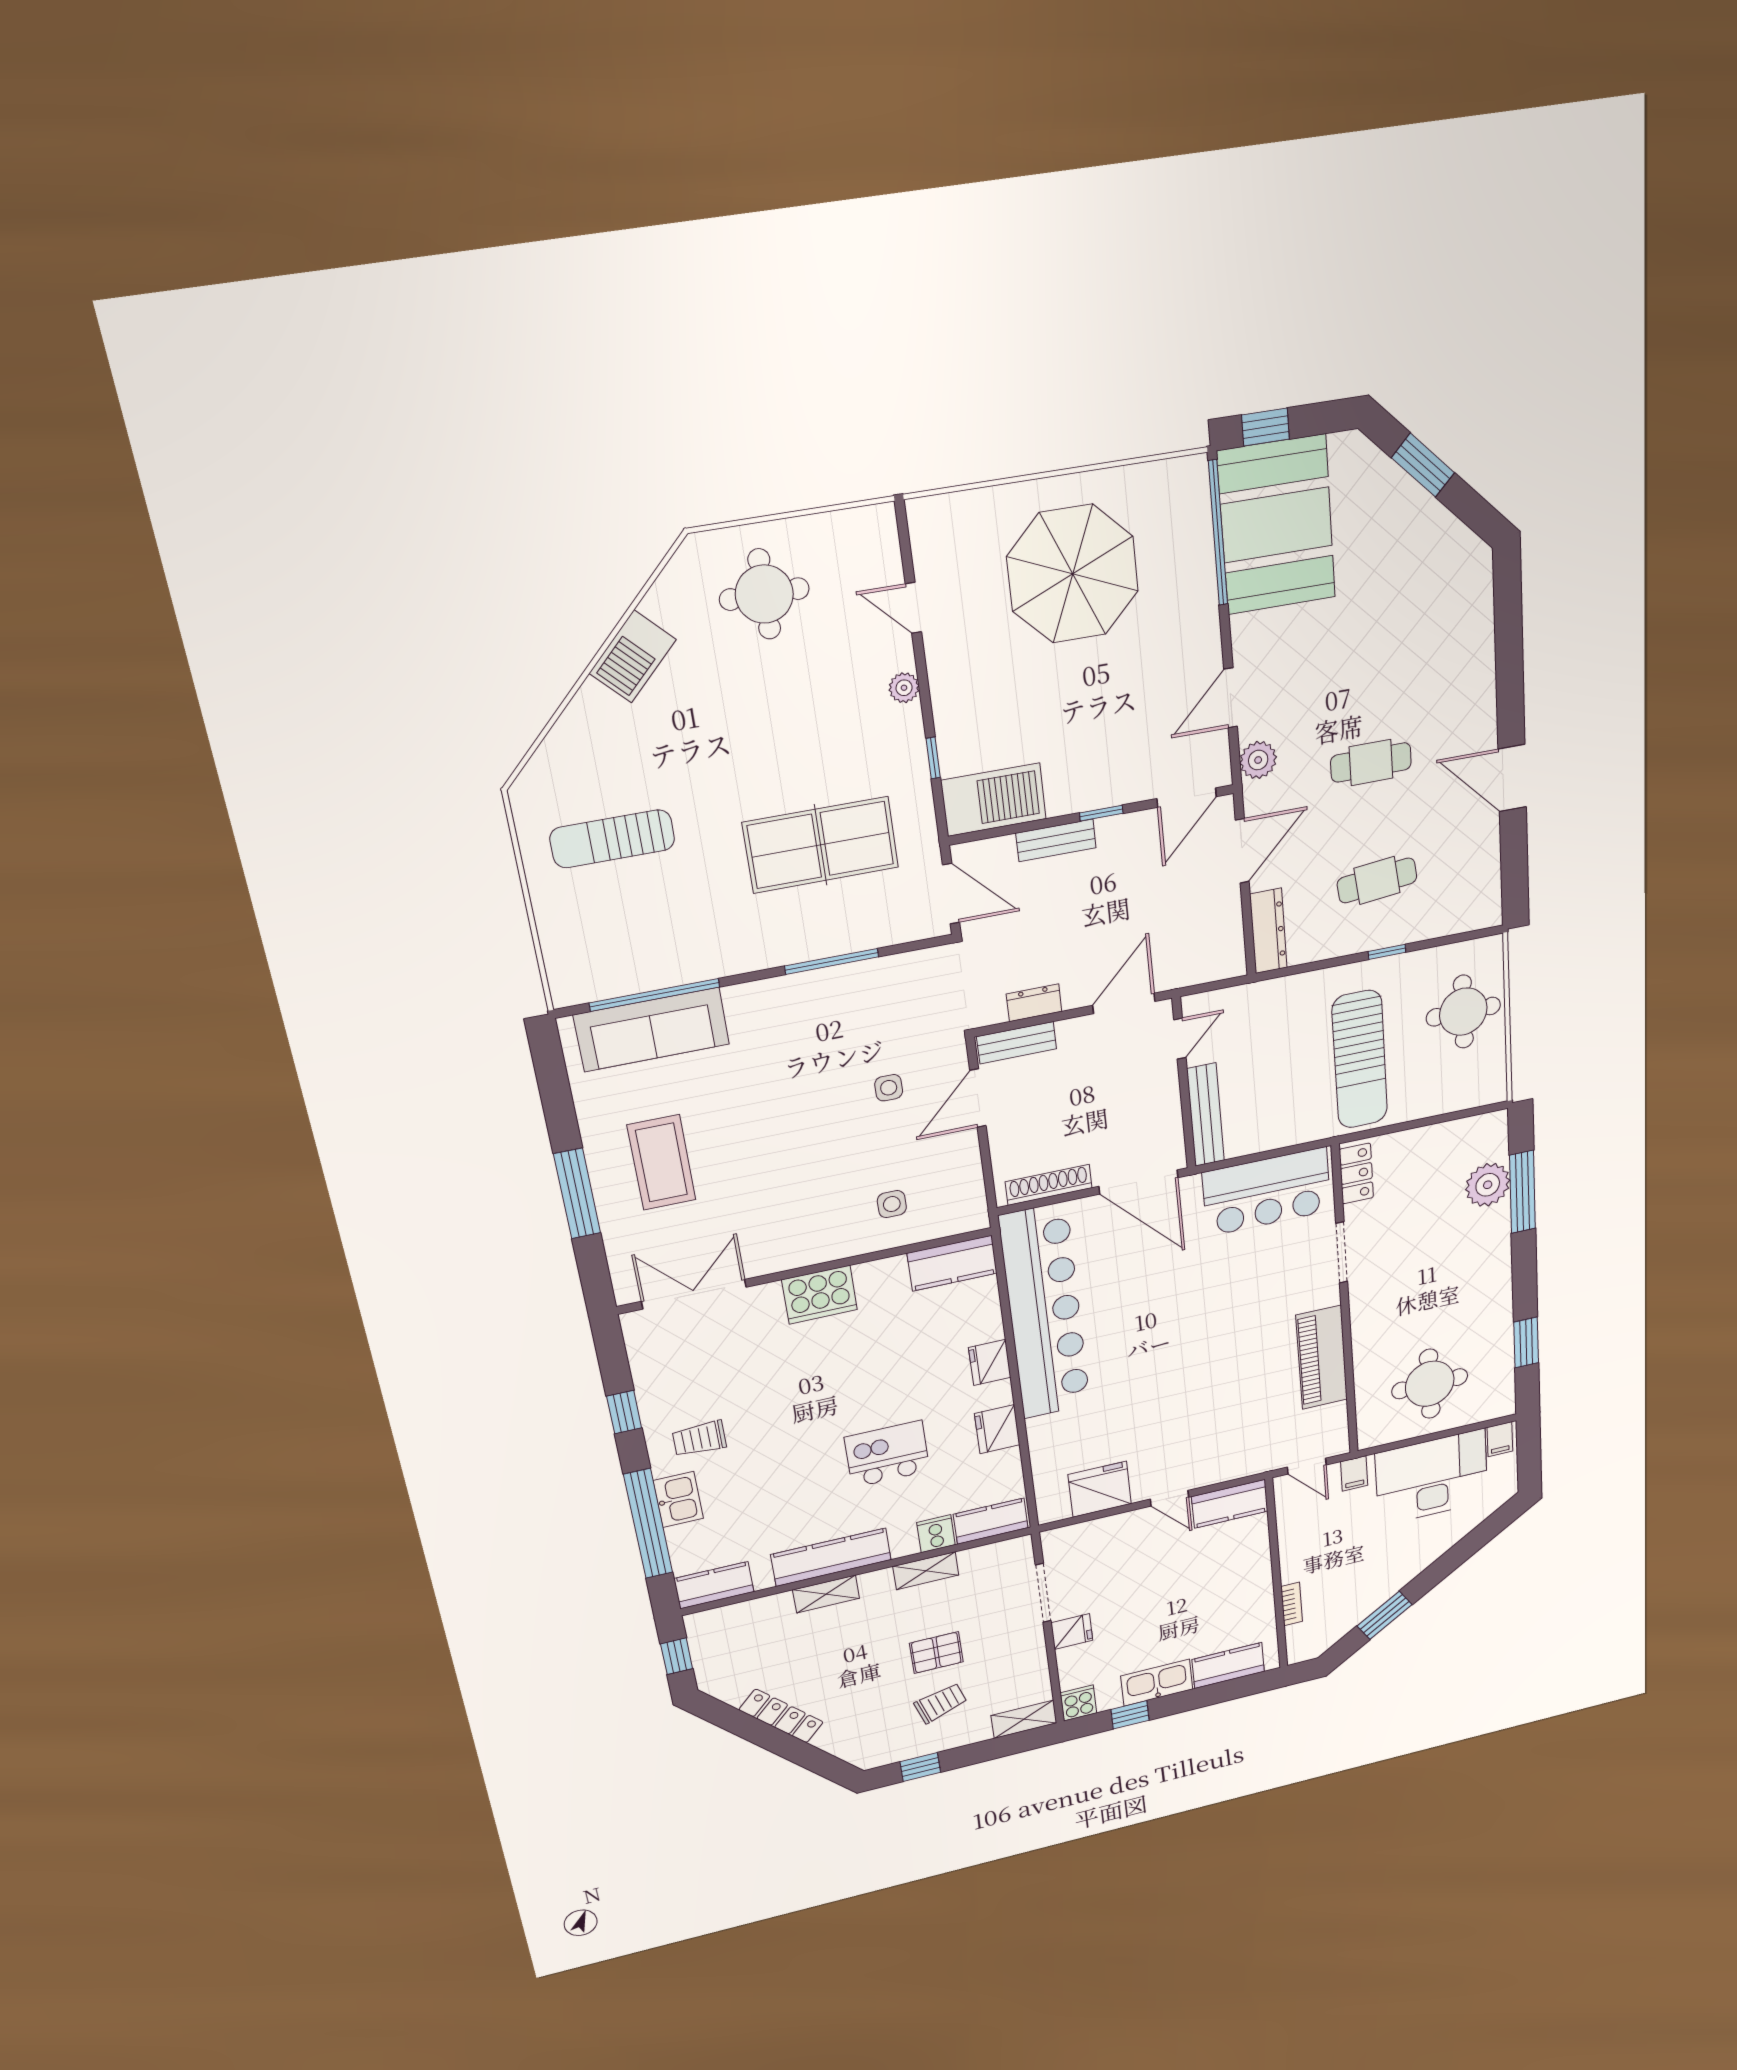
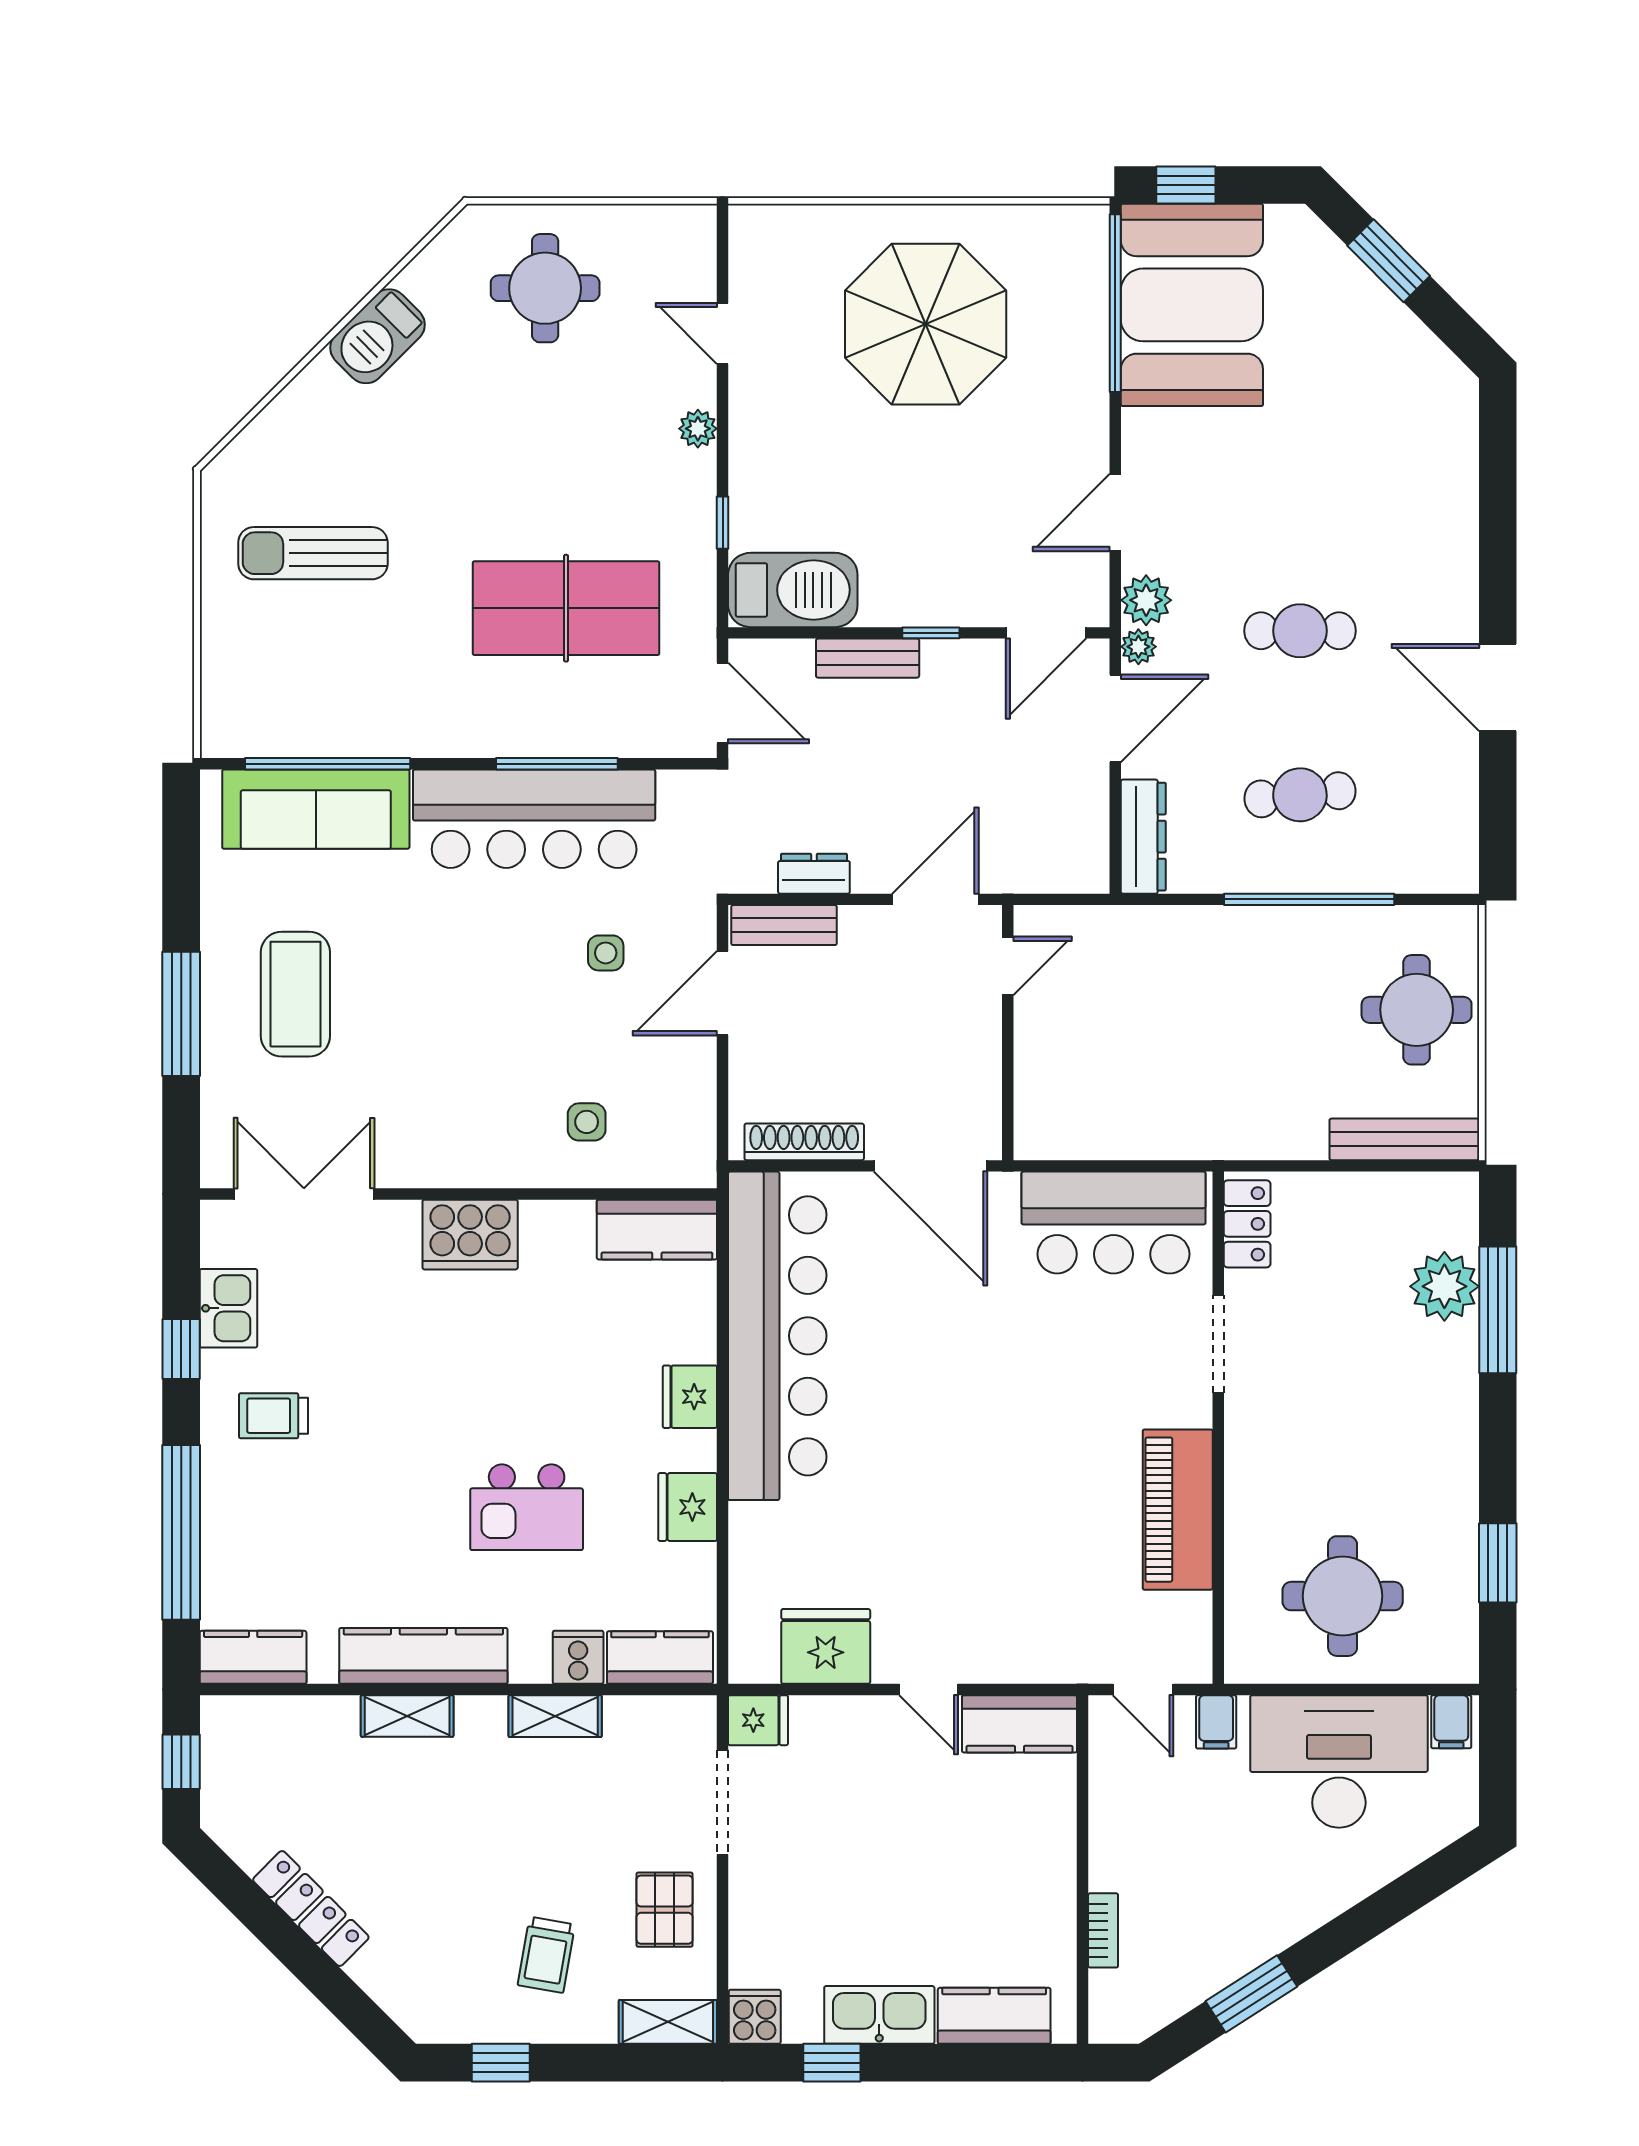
plant: (1255, 795) -> (1138, 647), added
window: (1387, 952) -> (1309, 899), width x3.17
bar counter: (821, 1004) -> (534, 819), added
sun lounger: (1360, 1060) -> (1262, 1050), removed
bench: (1205, 1115) -> (1404, 1139), moved, turned 90
kitchen island: (887, 1454) -> (527, 1507), turned 180
kitchen sink: (678, 1500) -> (228, 1308), moved
fridge: (1072, 1631) -> (758, 1720), moved
pallet: (936, 1653) -> (665, 1910), moved, turned 90
trolley: (941, 1703) -> (546, 1955), turned 117

